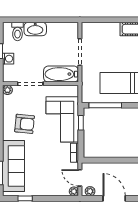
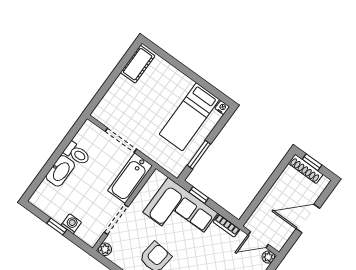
toilet: (17, 31) -> (77, 153), moved
window: (105, 105) -> (199, 155), width x0.69
plant: (90, 191) -> (281, 239), removed

